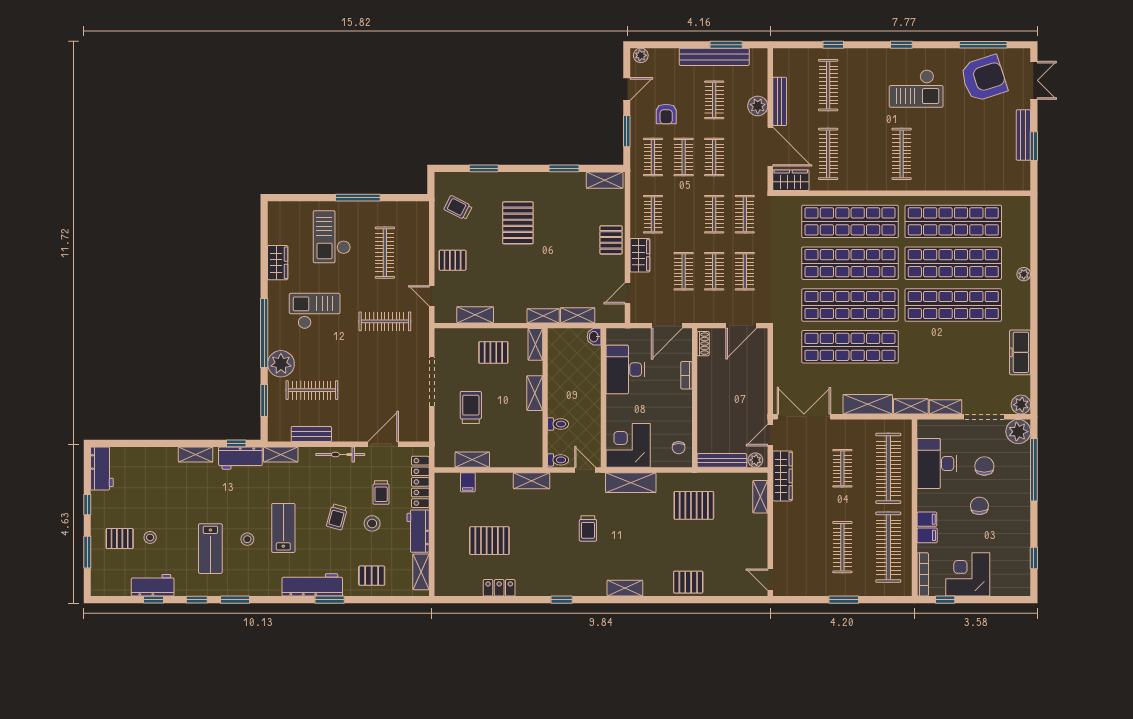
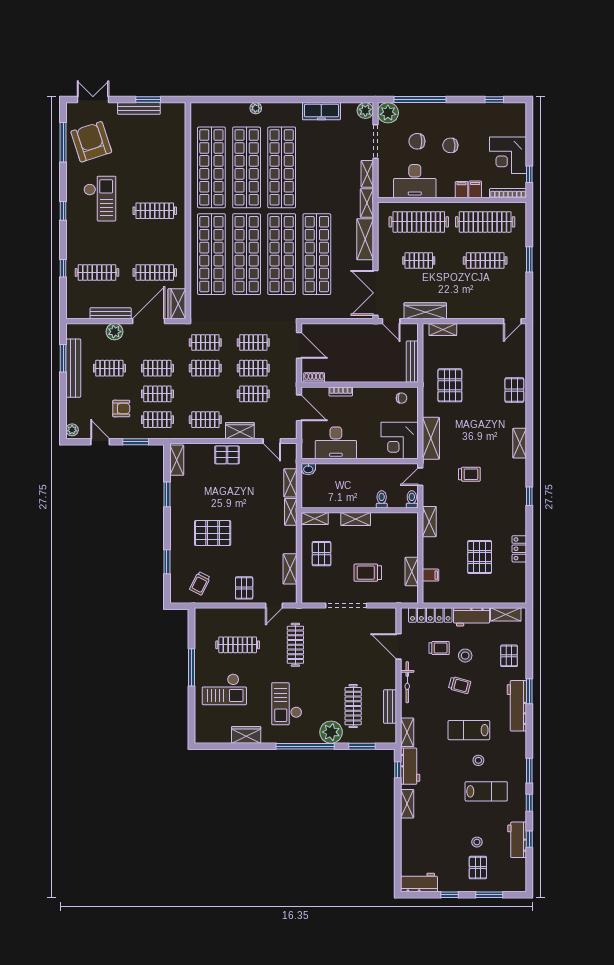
plant: (755, 460) -> (412, 334), removed

